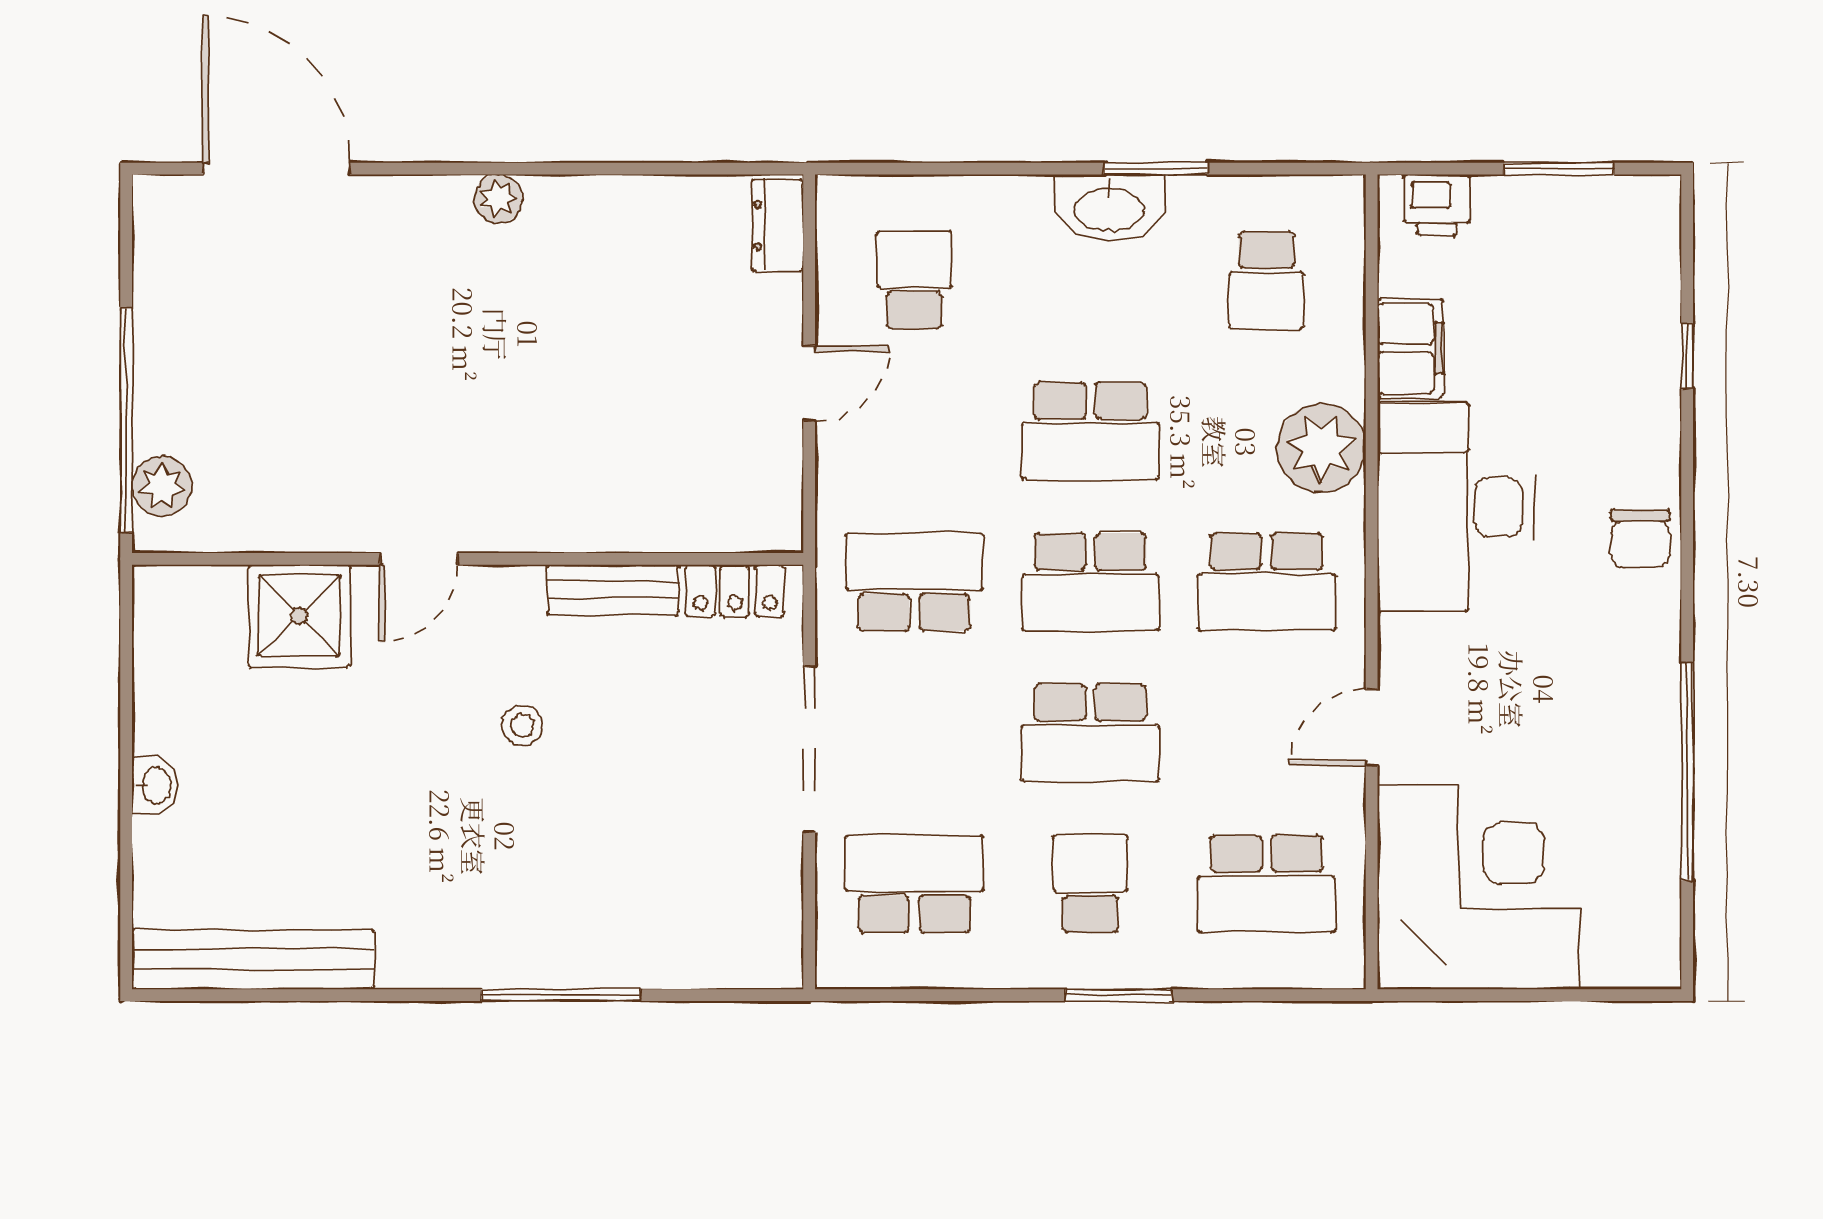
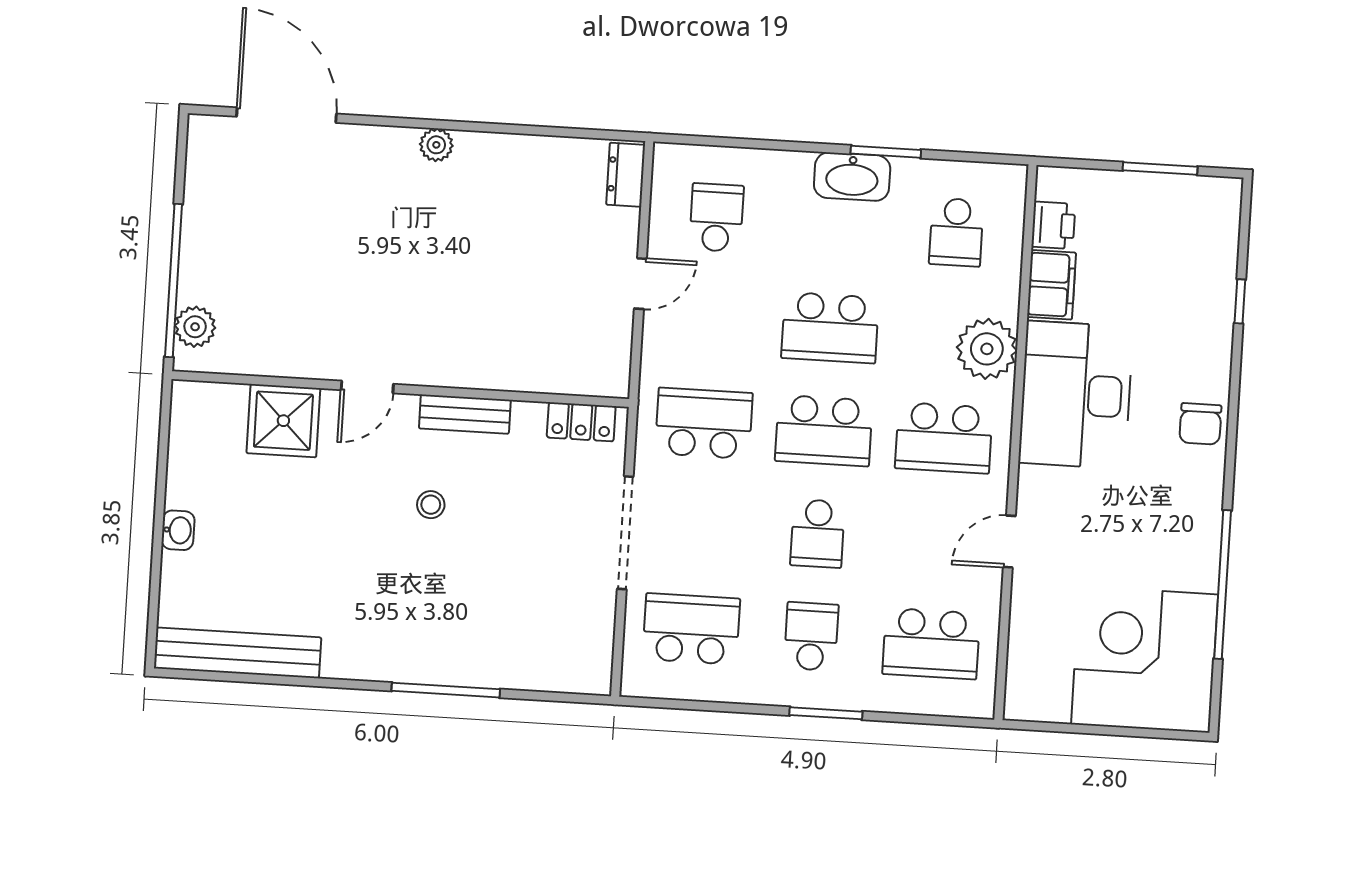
printer: (1437, 205) -> (1053, 225), moved, turned -90
bench: (613, 590) -> (465, 414), moved
school desk: (1090, 733) -> (818, 533), width x0.54
corner desk: (1479, 888) -> (1145, 659), moved, turned -90

